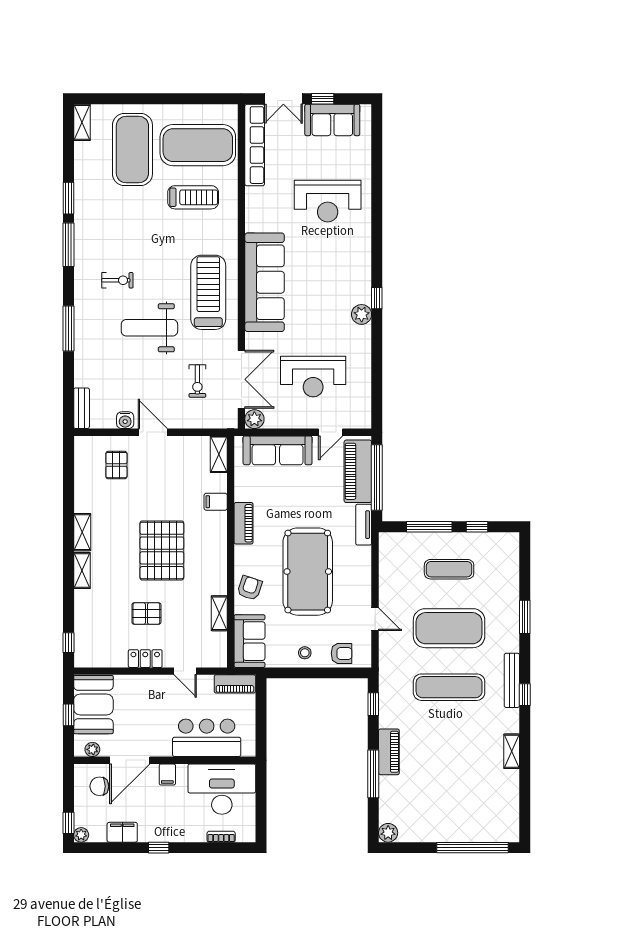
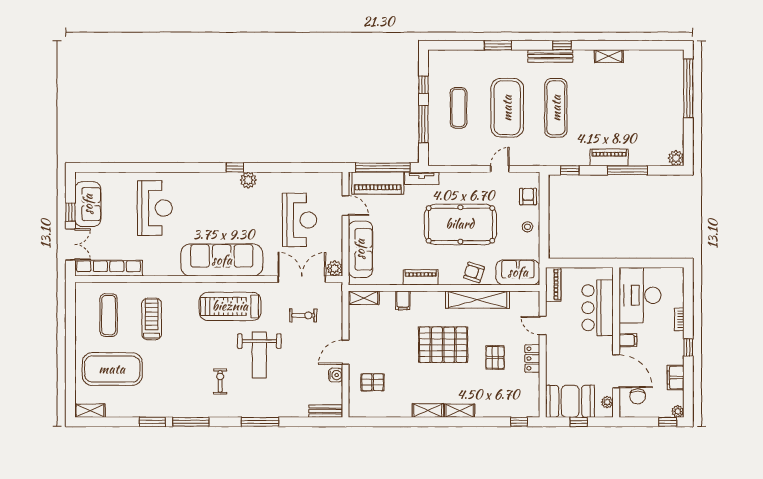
exercise mat: (198, 145) -> (109, 315), width x0.50, depth x0.69
shelving: (219, 613) -> (478, 300), width x2.20, depth x1.33
door: (185, 671) -> (543, 326), swing flipped
bookcase: (221, 837) -> (679, 319), moved

